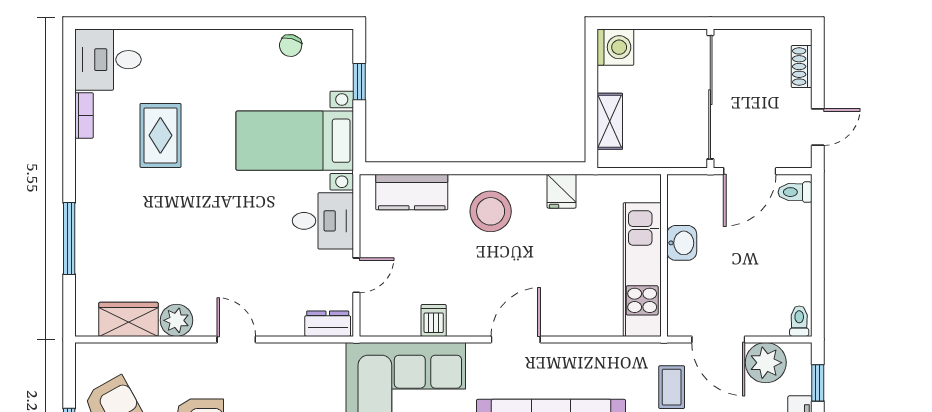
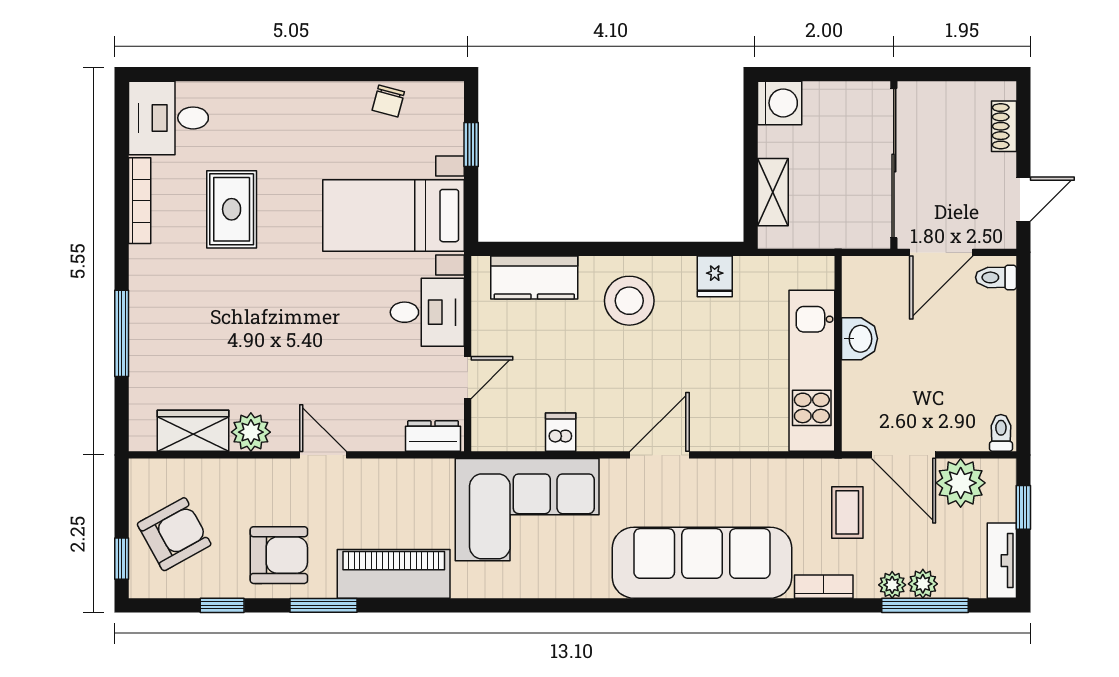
bookcase: (84, 115) -> (140, 201), width x1.56

